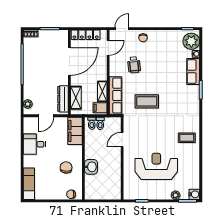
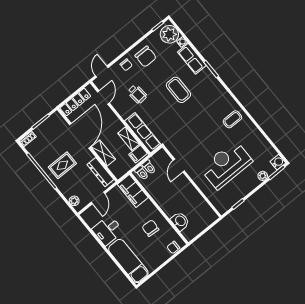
chair: (162, 43) -> (146, 57), added
rug: (40, 72) -> (62, 165), added
shelving: (76, 98) -> (103, 153), moved
coffee table: (147, 101) -> (178, 90), moved, turned 90
washbasin: (91, 167) -> (180, 221), moved
exam couch: (29, 184) -> (128, 261), width x1.36, depth x1.45

